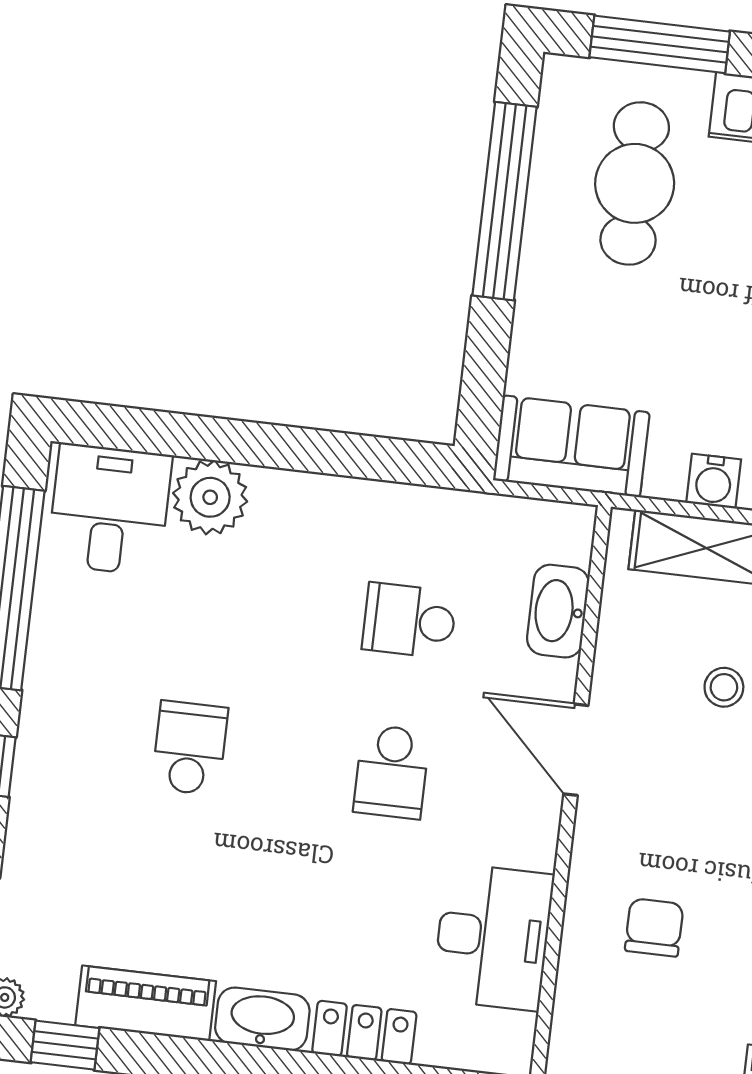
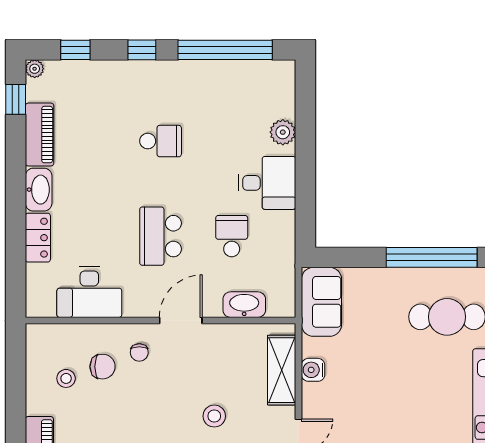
plant: (210, 497) -> (283, 132), width x0.73, depth x0.73
desk: (110, 510) -> (267, 183), moved
stool: (724, 687) -> (66, 378), moved
school desk: (392, 772) -> (161, 236), width x1.85
chair: (633, 846) -> (139, 352), added

